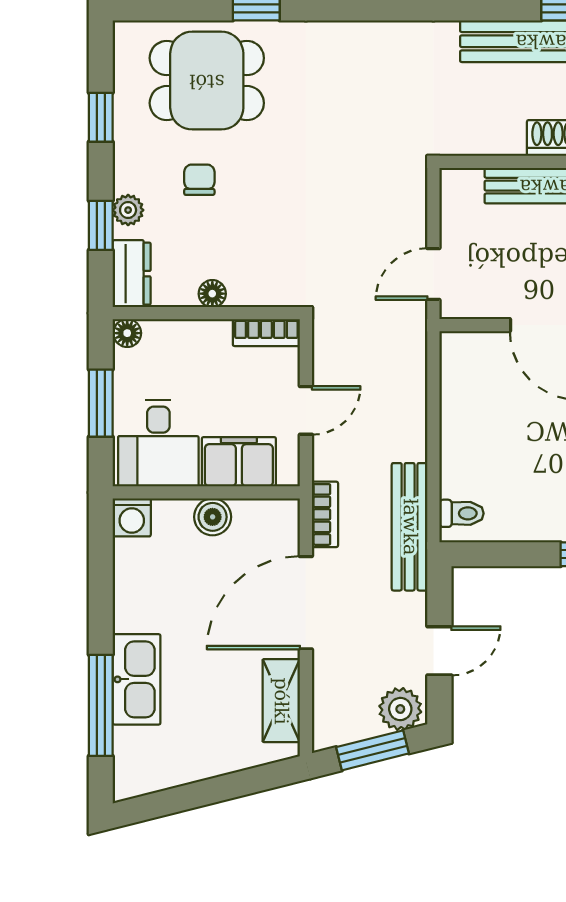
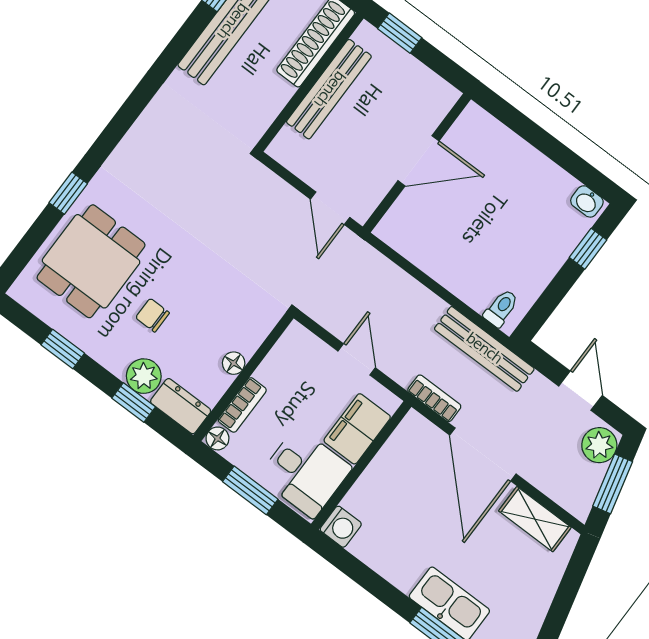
plant: (128, 210) -> (144, 376), width x1.38, depth x1.38
bookcase: (266, 333) -> (242, 405), moved
boiler: (213, 517) -> (380, 473), removed

